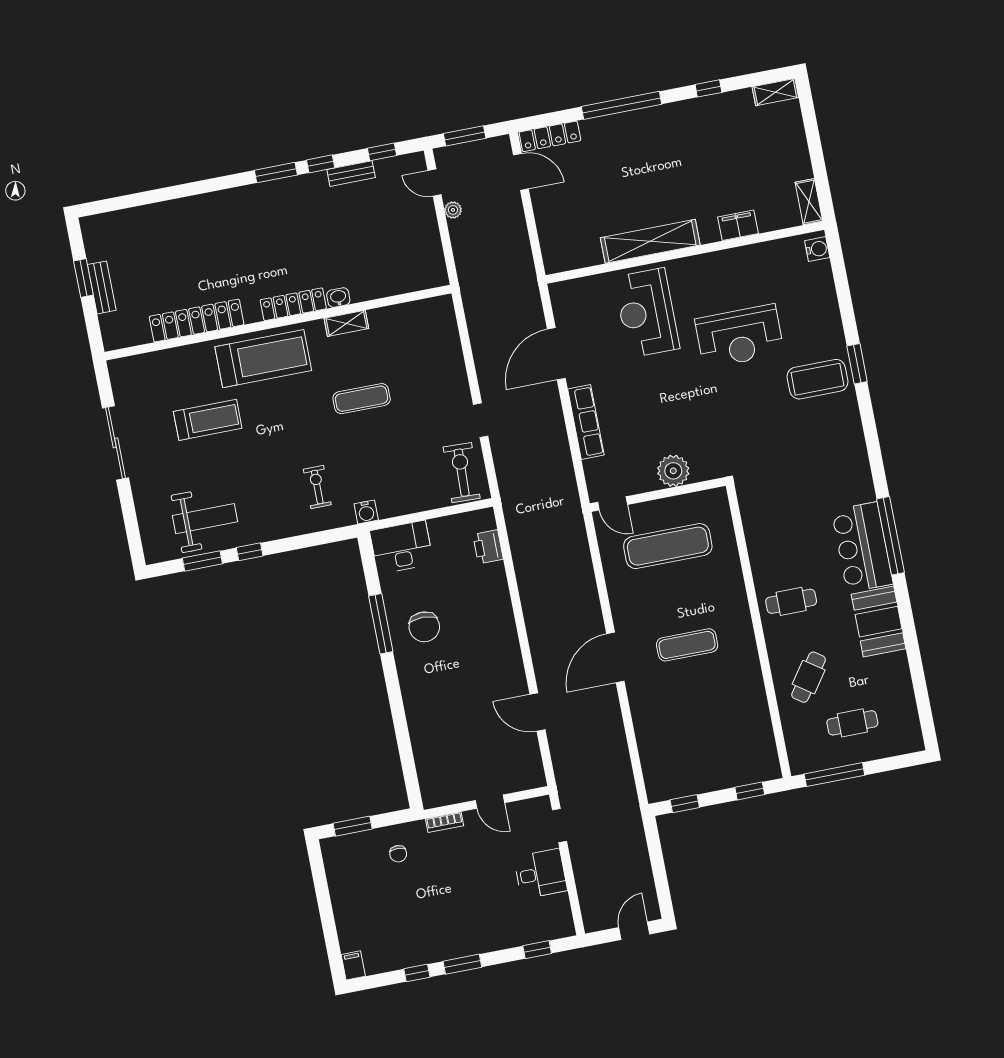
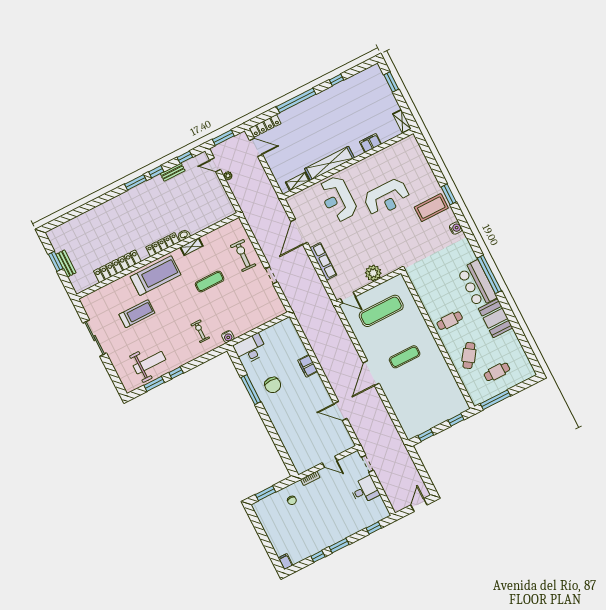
shelving: (775, 92) -> (298, 182), moved
window: (810, 122) -> (391, 82), added
water cooler: (817, 249) -> (456, 228), moved
exercise bike: (462, 473) -> (243, 255), moved
printer: (488, 547) -> (293, 337), removed
filing cabinet: (500, 610) -> (308, 366), added

